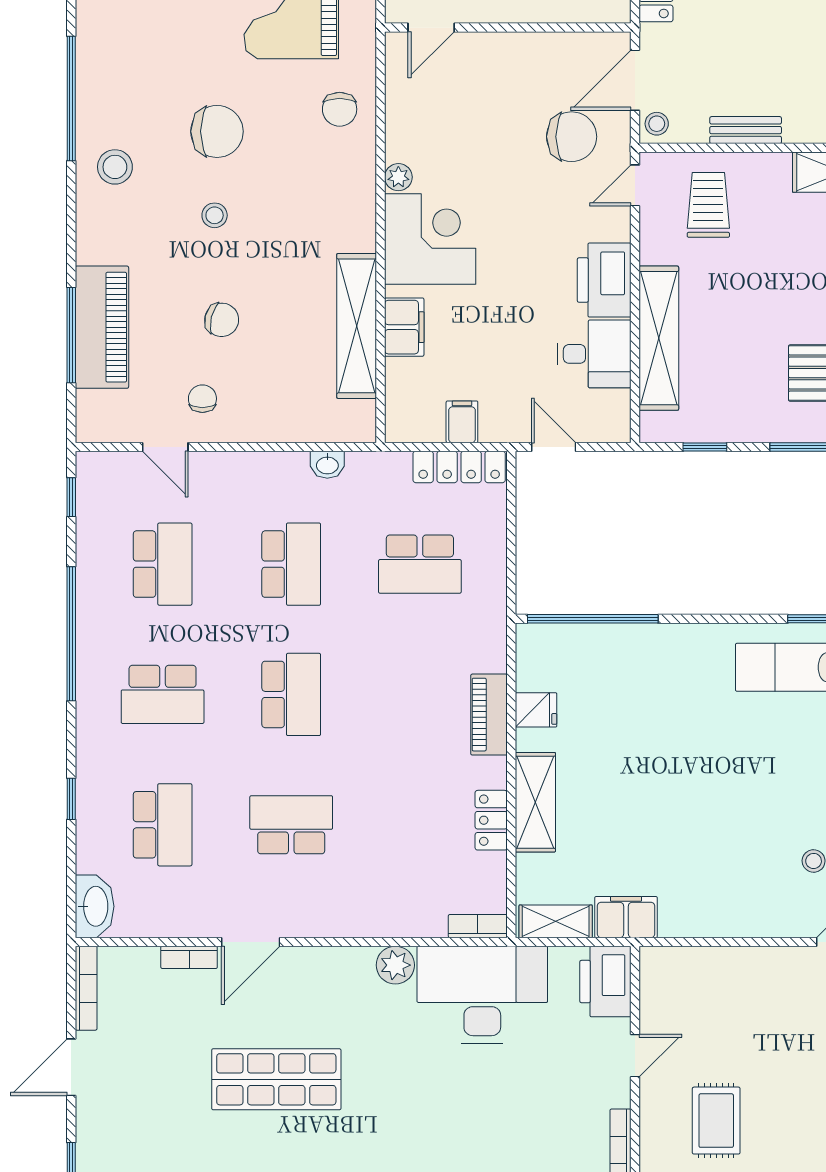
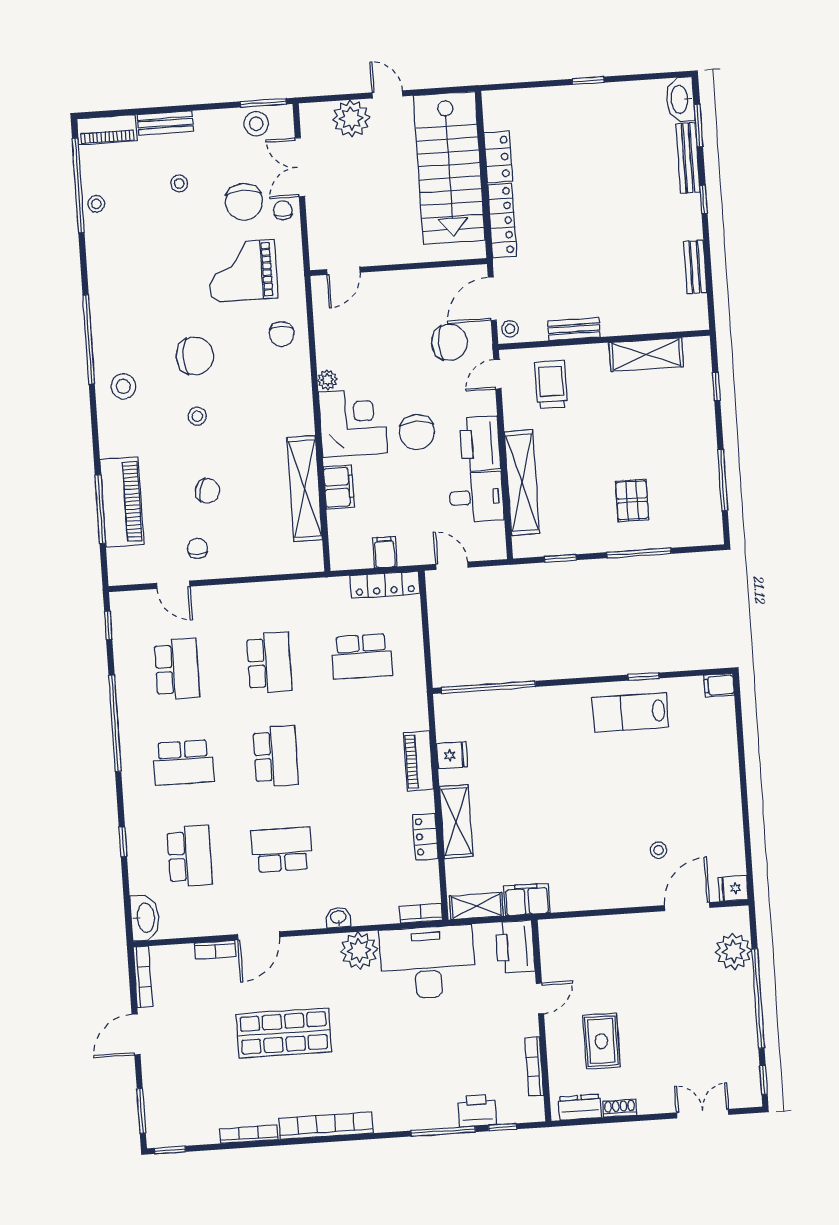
chair: (518, 258) -> (417, 432), added
washbasin: (327, 465) -> (338, 917), moved, turned 180
plant: (395, 965) -> (359, 951), width x1.36, depth x1.36

